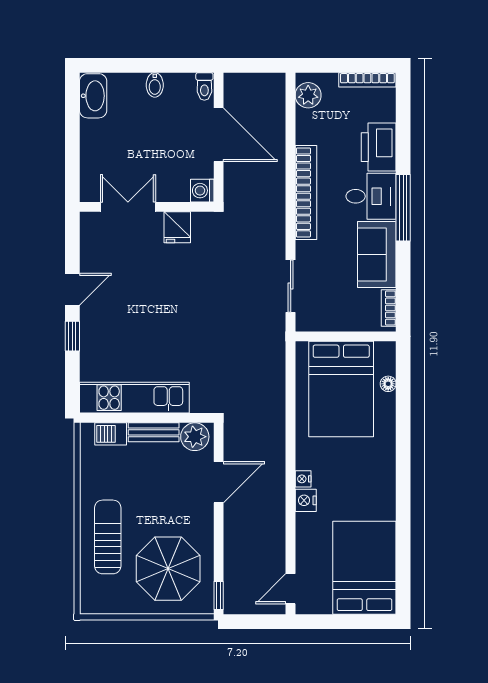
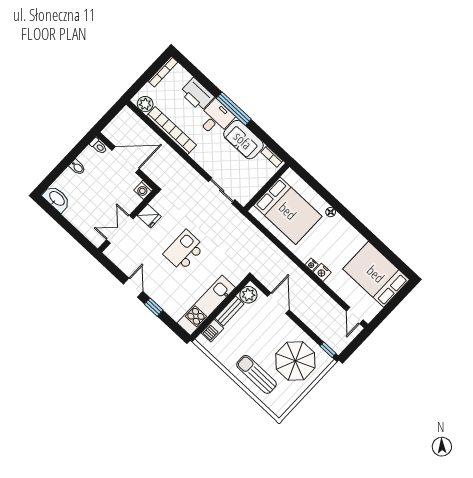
bookcase: (306, 192) -> (171, 131), moved
kitchen island: (175, 308) -> (184, 250), added
floor lamp: (388, 384) -> (331, 212), moved

